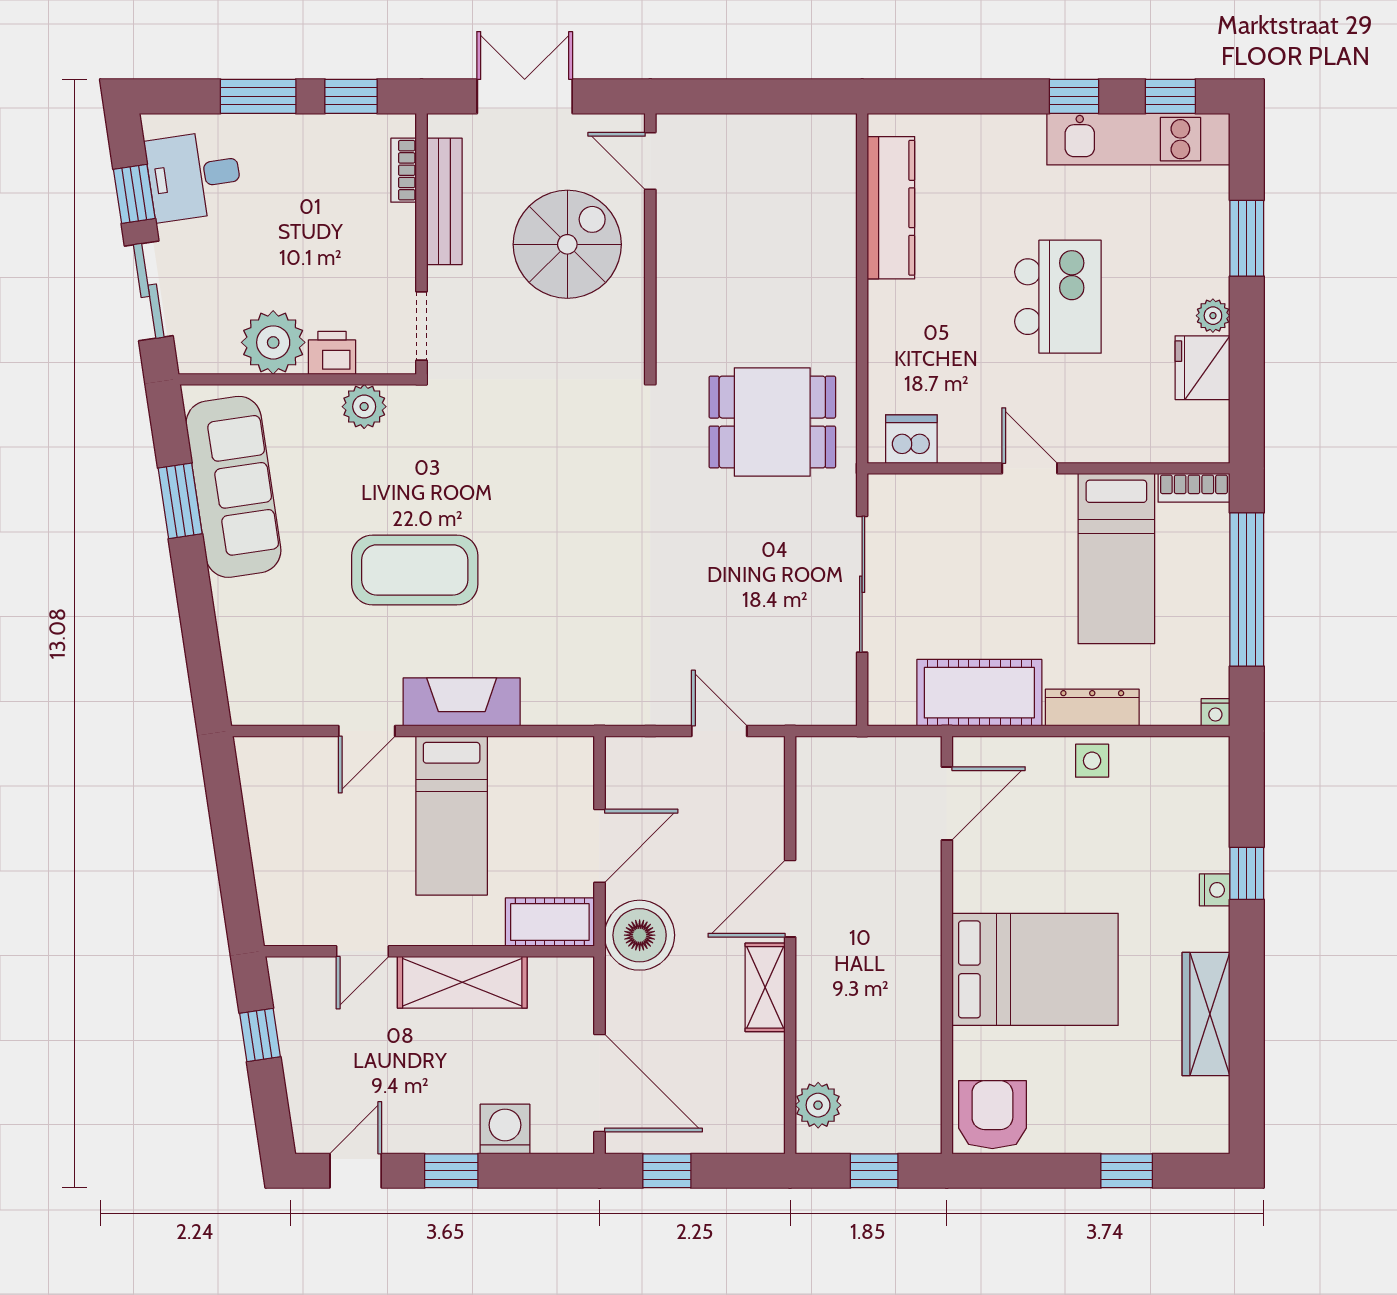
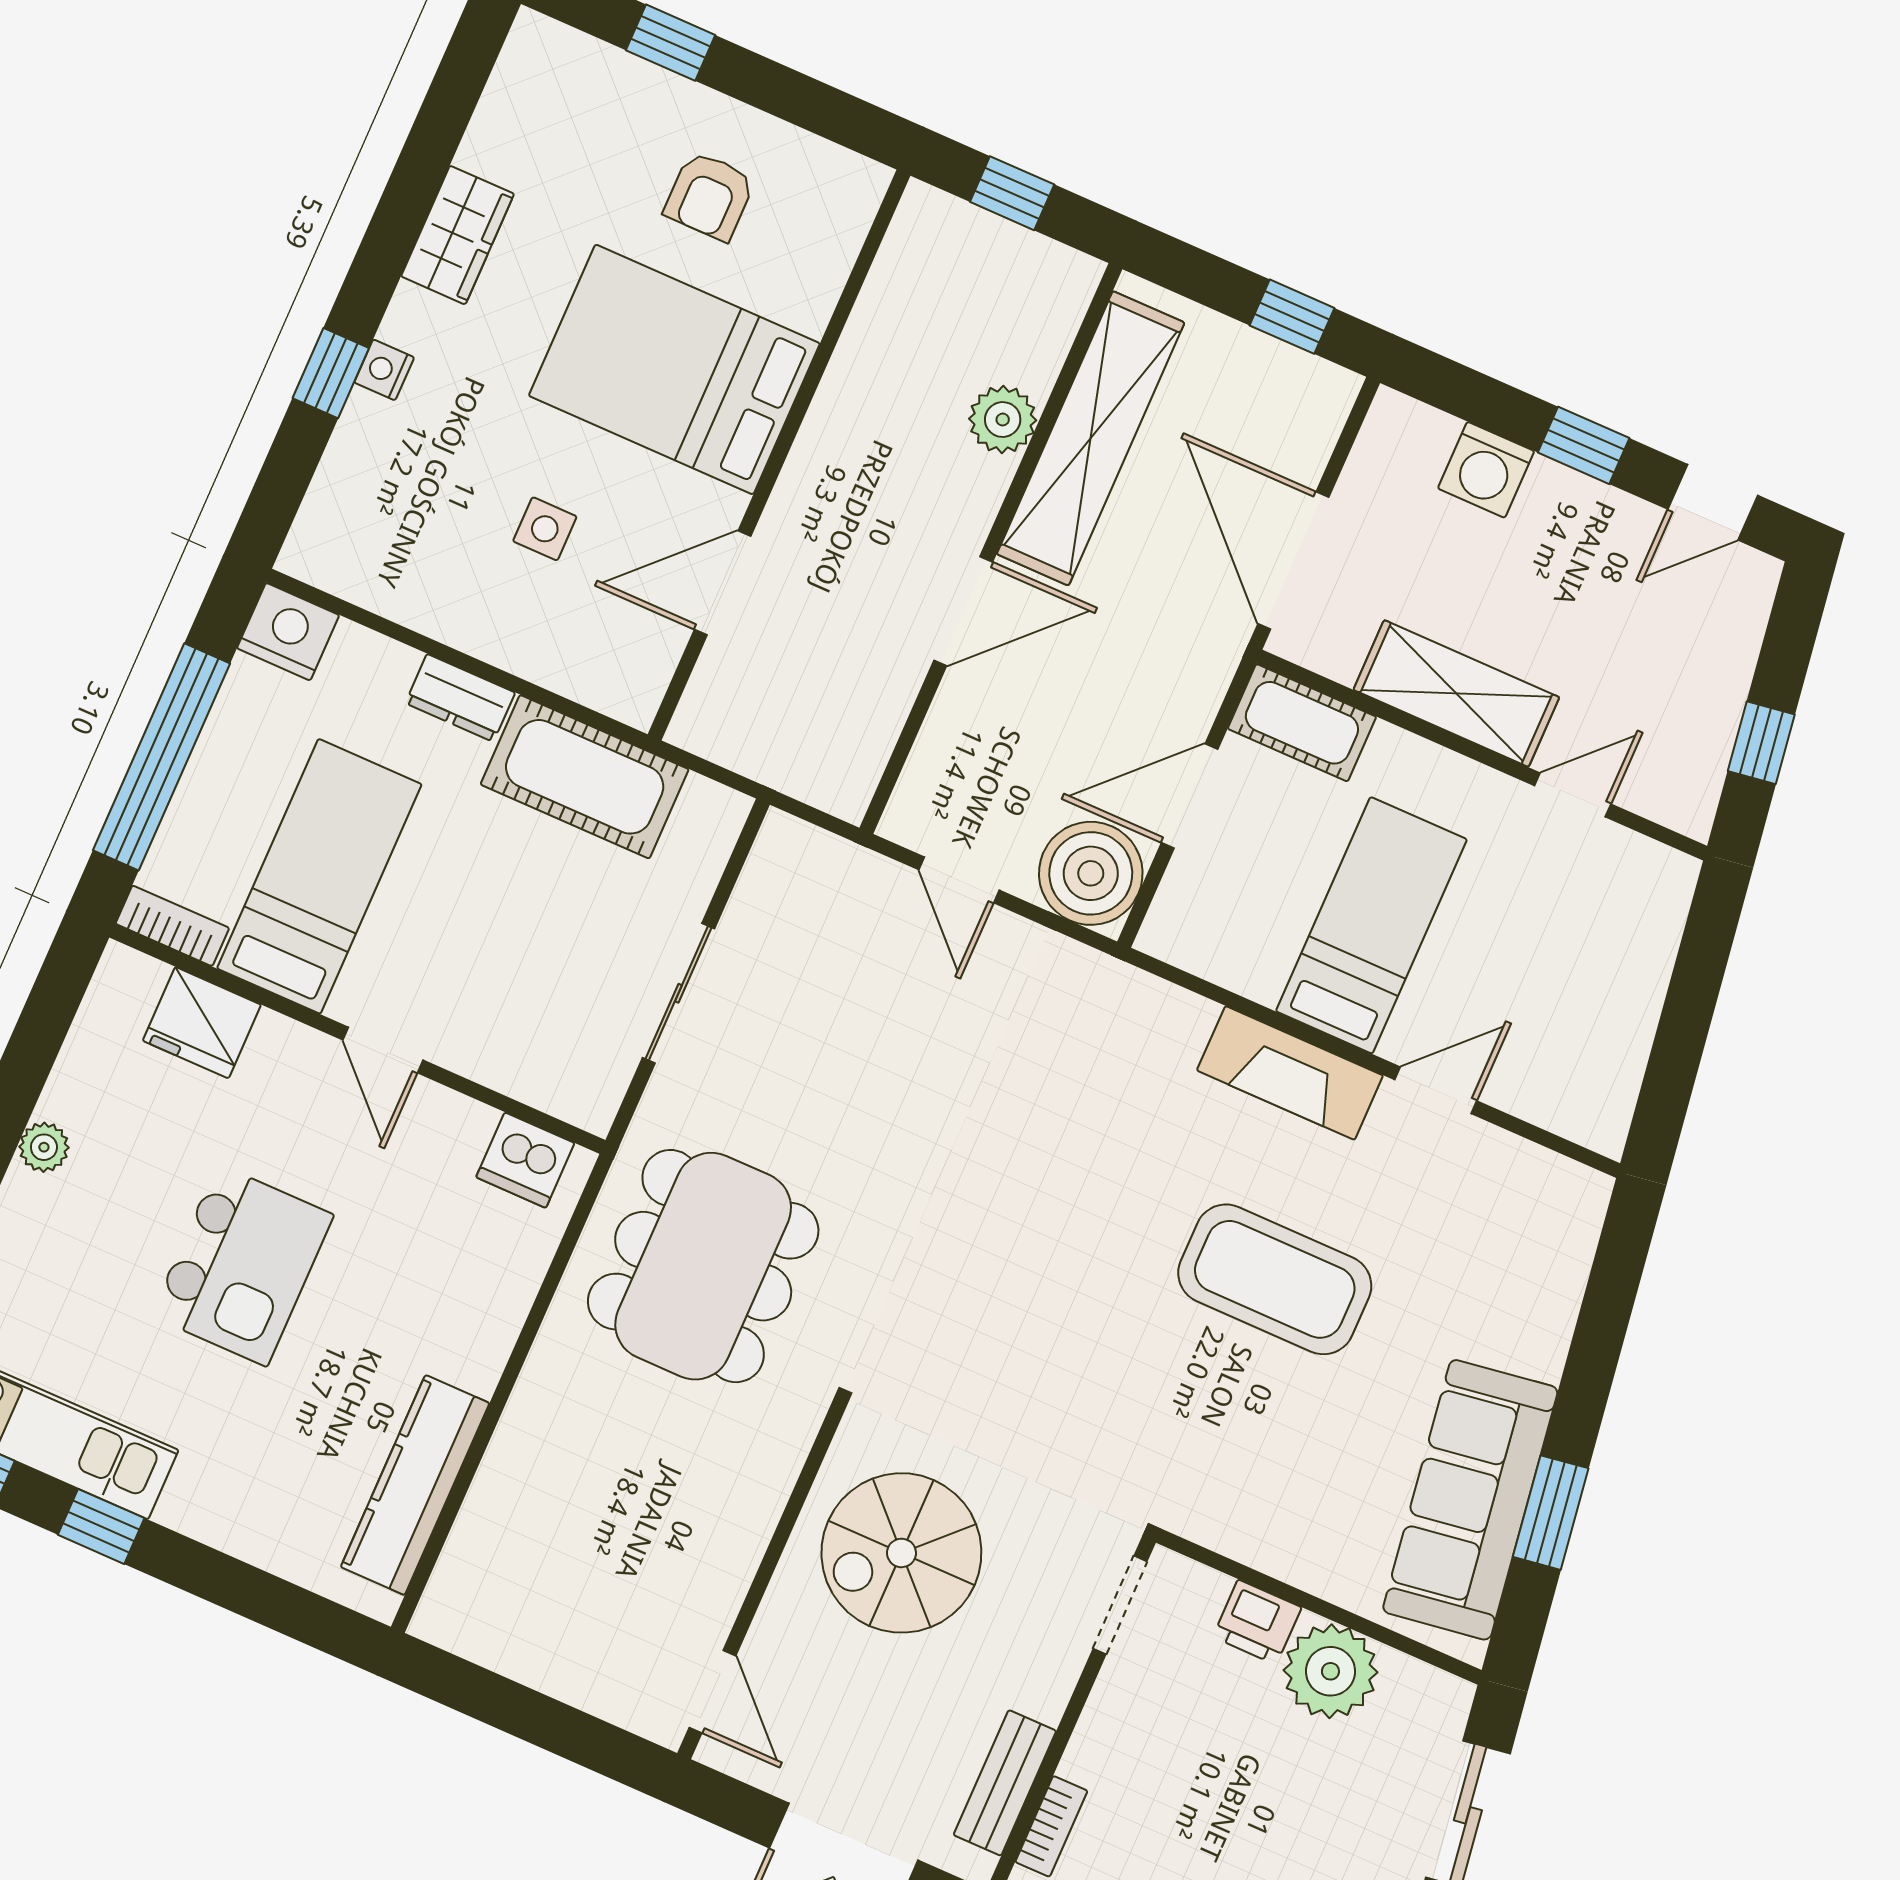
bench: (444, 201) -> (1005, 1783), width x0.73
spiral stairs: (567, 244) -> (901, 1553), moved
kitchen island: (1058, 297) -> (242, 1265), turned 180
fridge: (1202, 368) -> (202, 1023), moved, turned 90
plant: (364, 407) -> (1246, 1530), removed
dining table: (772, 422) -> (703, 1266), width x1.38
sliding door: (862, 584) -> (678, 993), width x0.73
dresser: (1092, 708) -> (460, 698), width x0.70
nightstand: (1215, 712) -> (288, 632), width x1.89, depth x1.79
side table: (1092, 761) -> (545, 529), moved
door: (947, 803) -> (723, 583), moved
boiler: (640, 935) -> (1091, 873), moved
shelving: (765, 987) -> (1091, 438), width x2.20, depth x1.33
wardrobe: (1206, 1014) -> (458, 235), width x0.67
door: (599, 1083) -> (1293, 561), moved
plant: (818, 1105) -> (1003, 420), moved
armchair: (992, 1115) -> (710, 196), moved, width x0.72, depth x0.72

